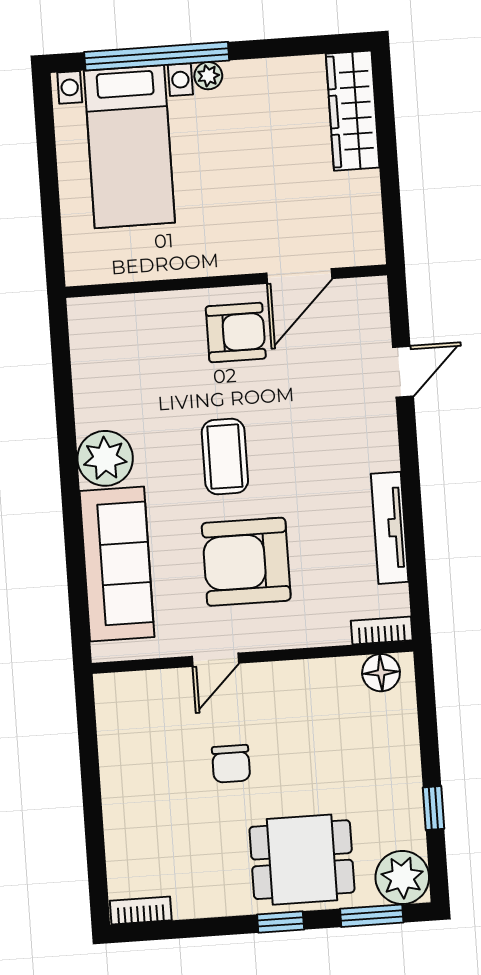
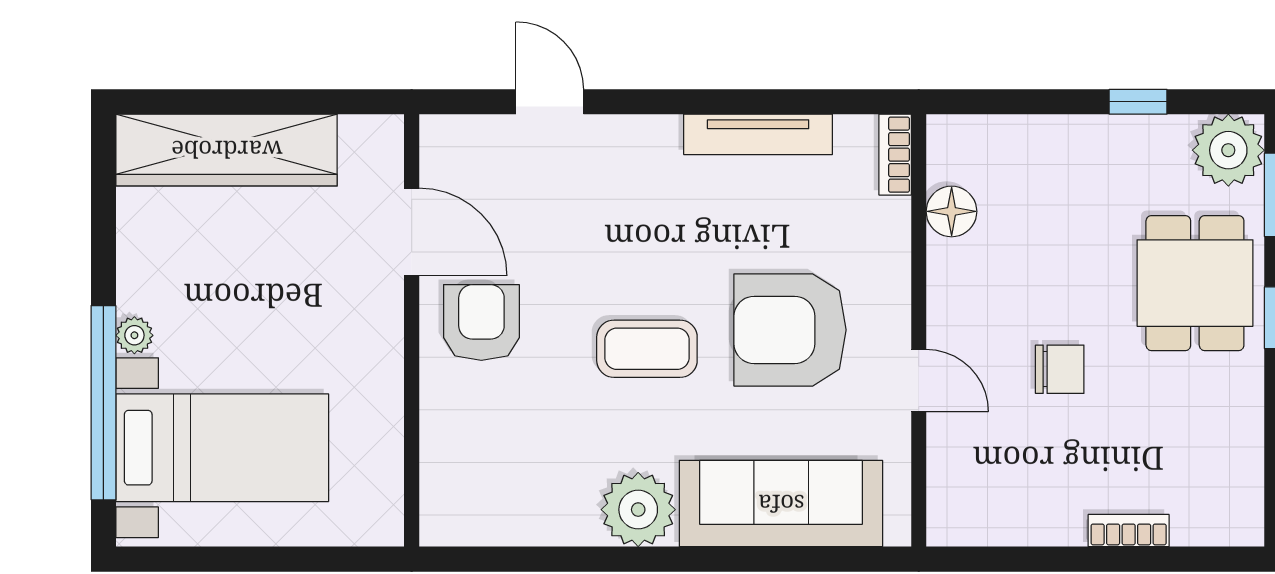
wardrobe: (353, 111) -> (227, 150), width x1.40, depth x1.17
armchair: (246, 562) -> (790, 330), turned 90
floor lamp: (381, 673) -> (952, 211), moved
bookcase: (141, 911) -> (1129, 531), moved, turned 90

